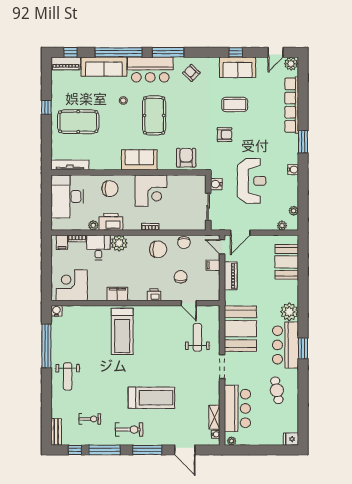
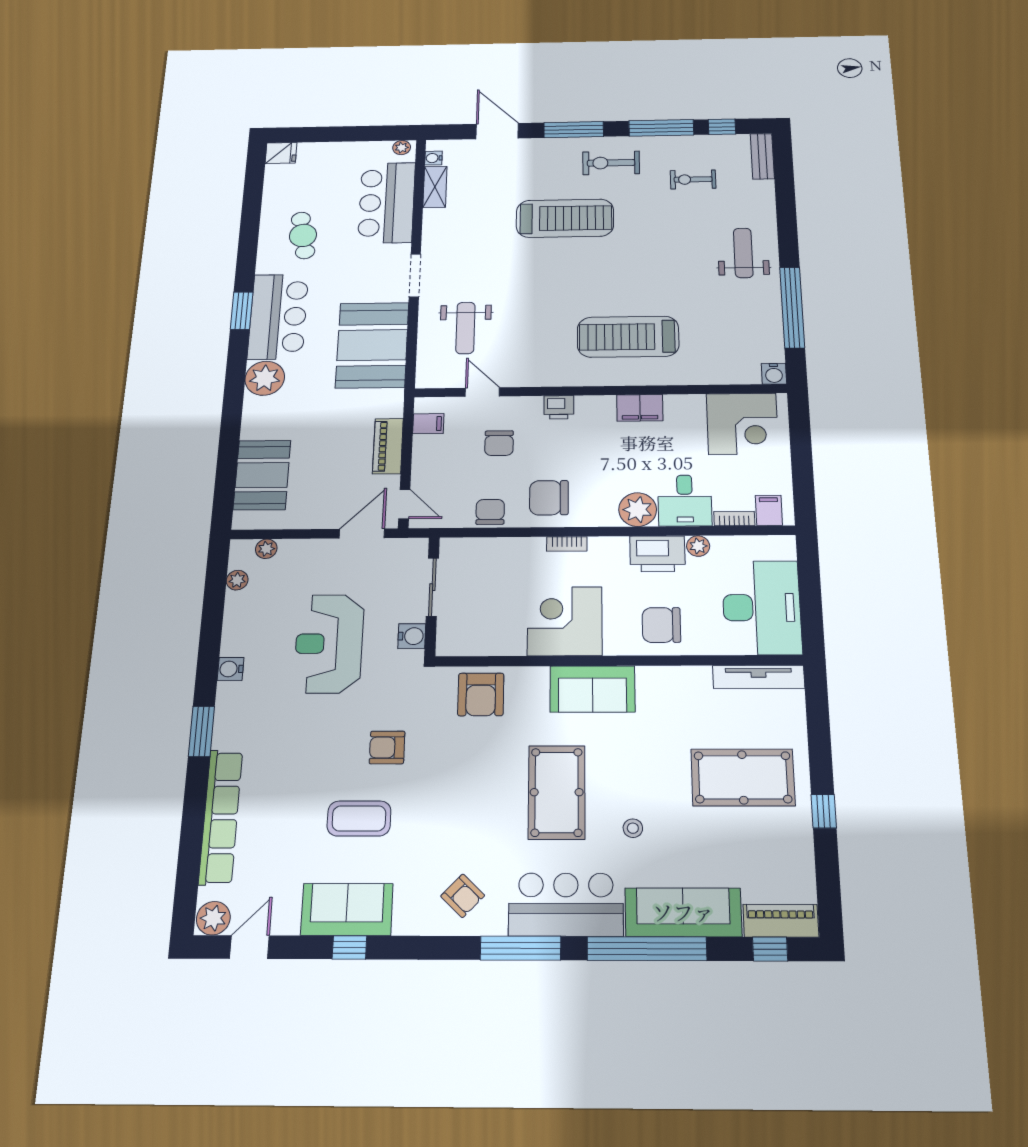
filing cabinet: (213, 265) -> (428, 424), moved
treadmill: (122, 331) -> (628, 337), turned -90
treadmill: (151, 398) -> (565, 218), turned 180

